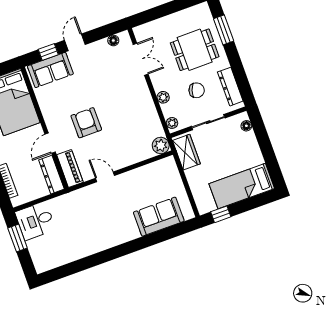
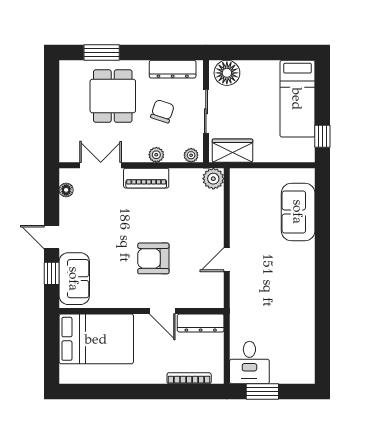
floor lamp: (246, 126) -> (227, 73), width x1.89, depth x1.89
piano: (70, 169) -> (146, 178), moved, turned 180

